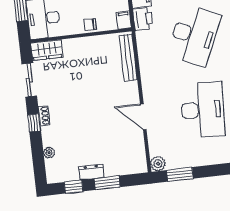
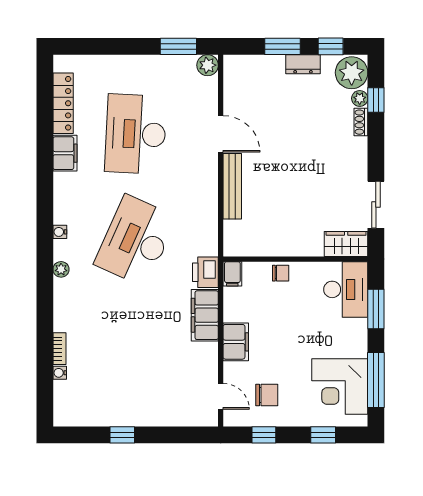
bench: (128, 58) -> (232, 186), moved
shoe rack: (44, 116) -> (361, 122), moved
window: (34, 123) -> (376, 100), moved
plant: (57, 170) -> (352, 73), added

